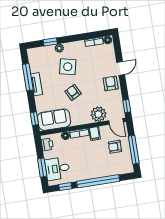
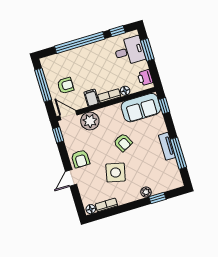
side table: (68, 67) -> (116, 173), moved

